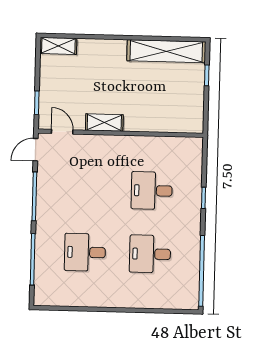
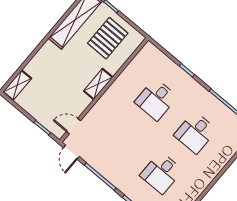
pallet: (173, 97) -> (108, 38), added
shelving: (104, 123) -> (98, 84), moved

